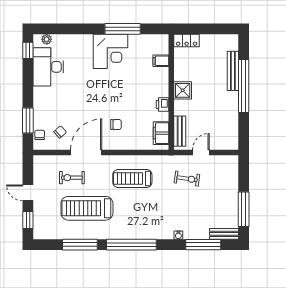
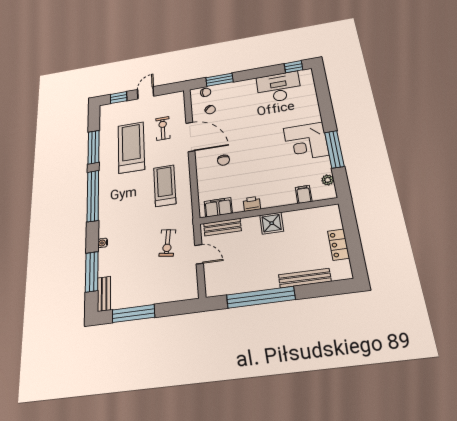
plant: (47, 39) -> (328, 180), moved
locker: (187, 41) -> (338, 245), moved
window: (244, 86) -> (261, 297), moved

